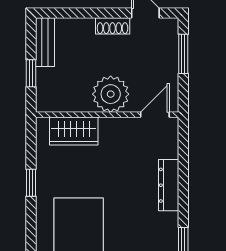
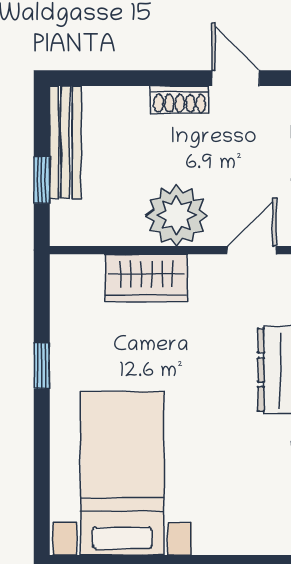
bench: (45, 42) -> (65, 142), width x1.36
wardrobe: (74, 131) -> (146, 278), moved

